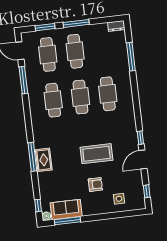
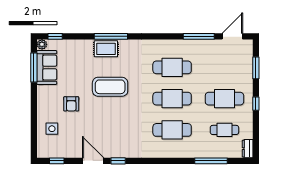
window: (76, 23) -> (256, 104), width x0.46
cafe table: (48, 54) -> (224, 130), moved, width x0.73, depth x0.74
coffee table: (96, 154) -> (110, 87), moved, turned 90

